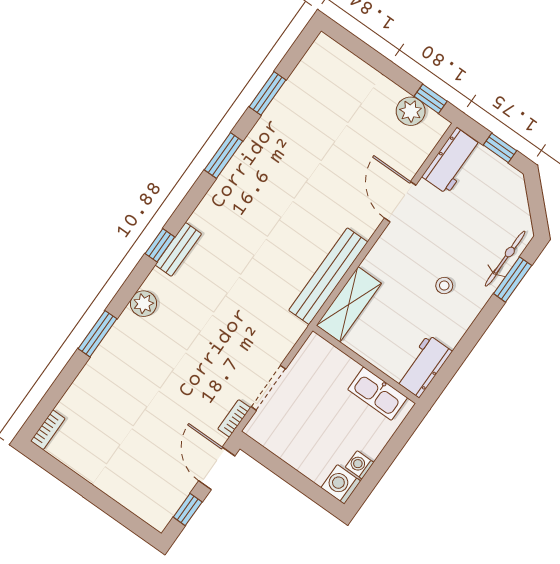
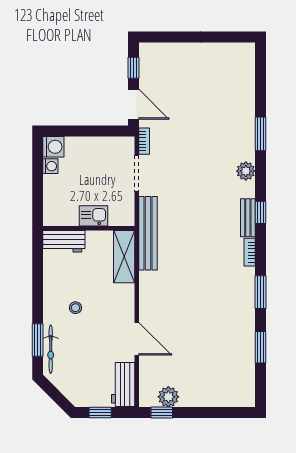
bench: (328, 276) -> (148, 233), moved
workbench: (424, 366) -> (64, 241), moved, turned 90
kitchen sink: (378, 394) -> (93, 216), moved, width x0.73
bookcase: (48, 430) -> (250, 252), moved

